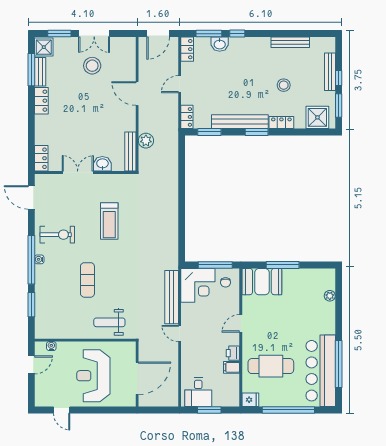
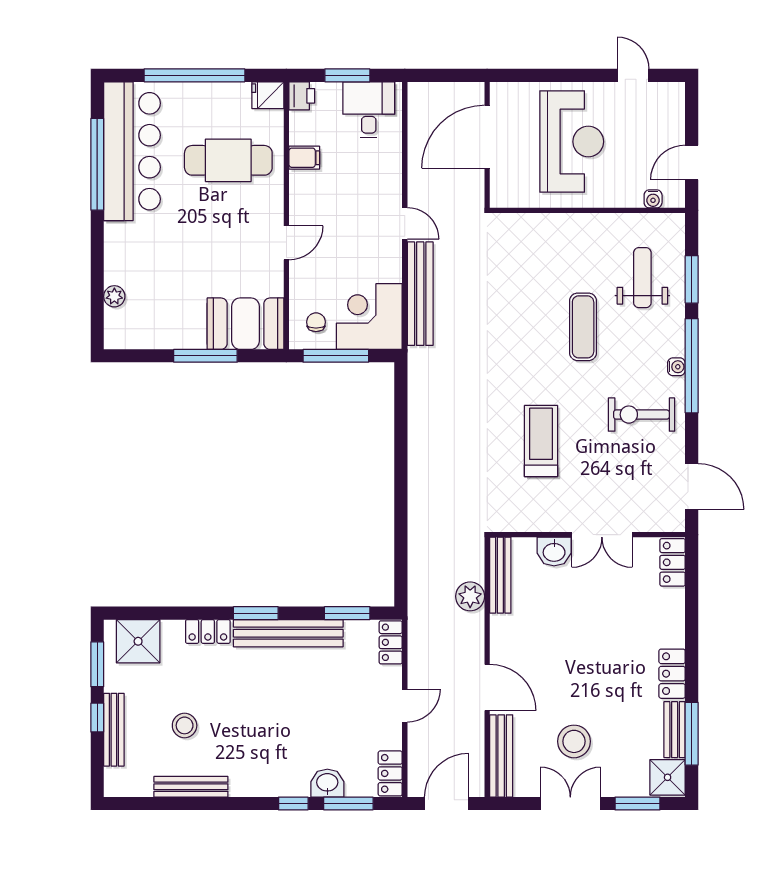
bench: (130, 58) -> (501, 756), added
stool: (284, 85) -> (185, 725), moved
weight bench: (109, 322) -> (642, 278), moved, turned -90
printer: (233, 353) -> (302, 96), moved

